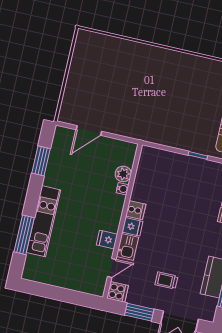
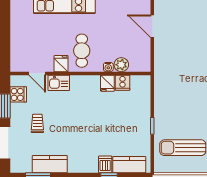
cooker: (136, 210) -> (123, 83), moved
cafe table: (98, 214) -> (82, 51), added
fridge: (132, 227) -> (107, 83), moved
cooker: (118, 292) -> (18, 94), moved, turned -90

